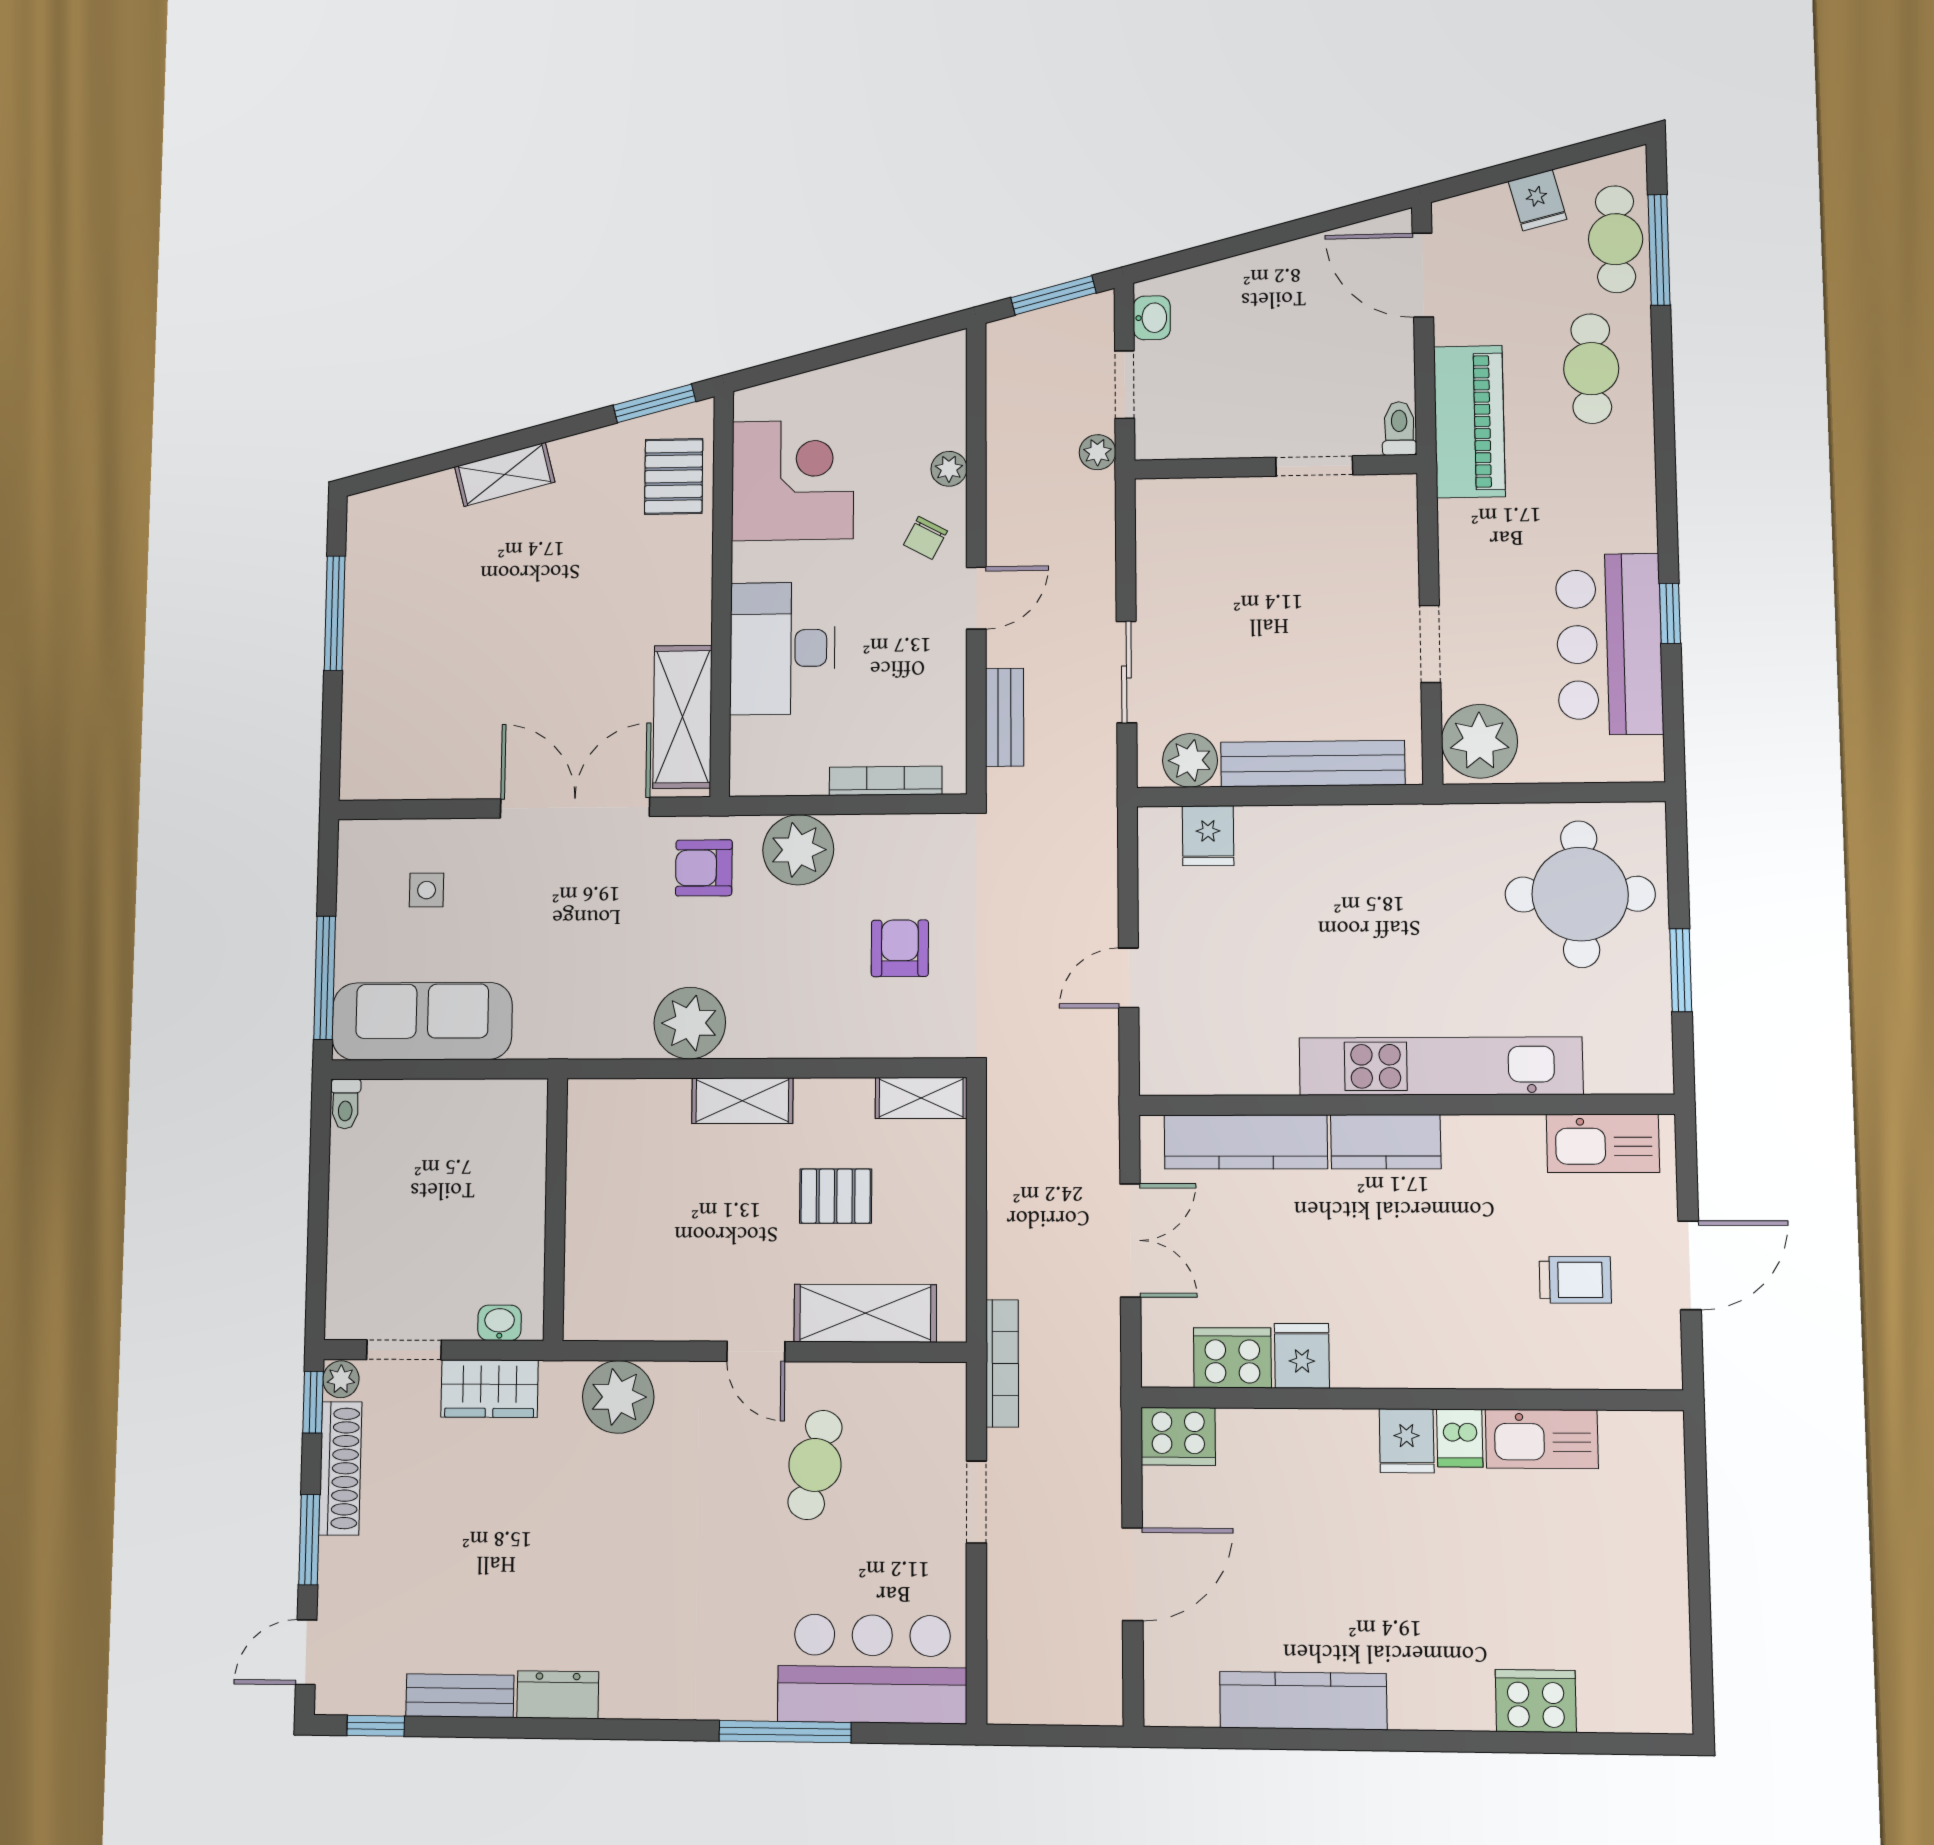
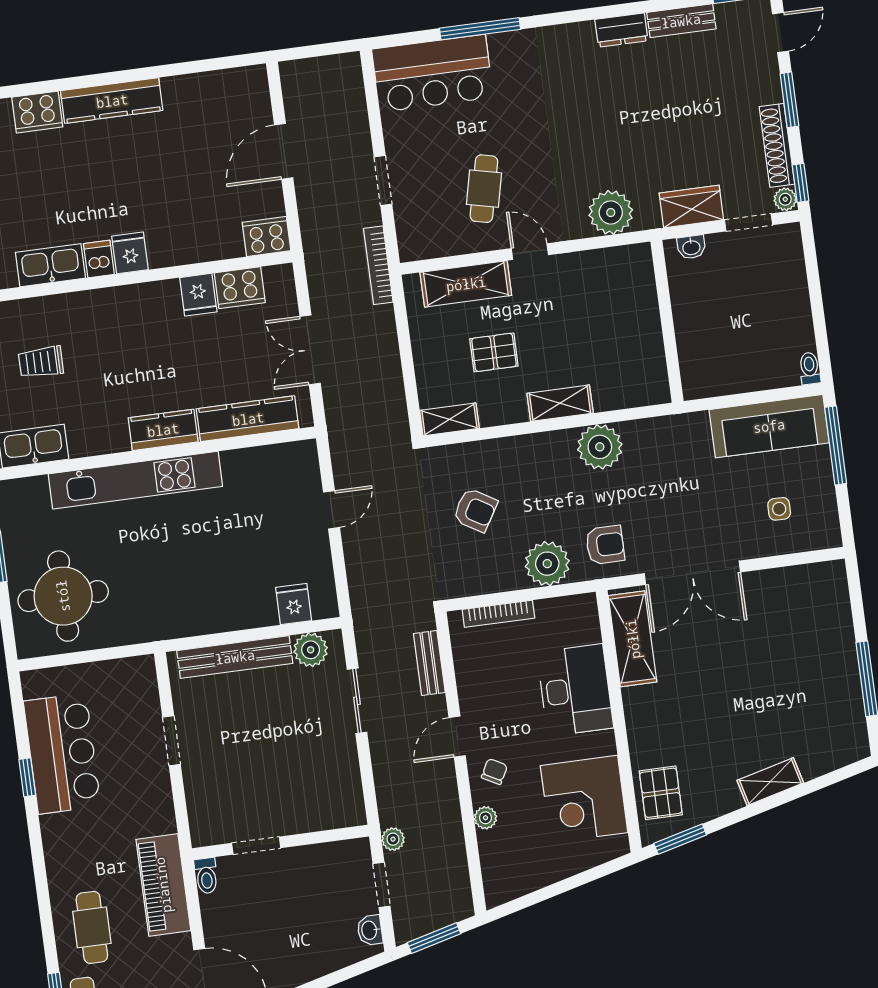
plant: (1479, 741) -> (134, 683), removed
armchair: (900, 948) -> (475, 510), turned -59
kitchen counter: (1303, 1701) -> (112, 101), moved

